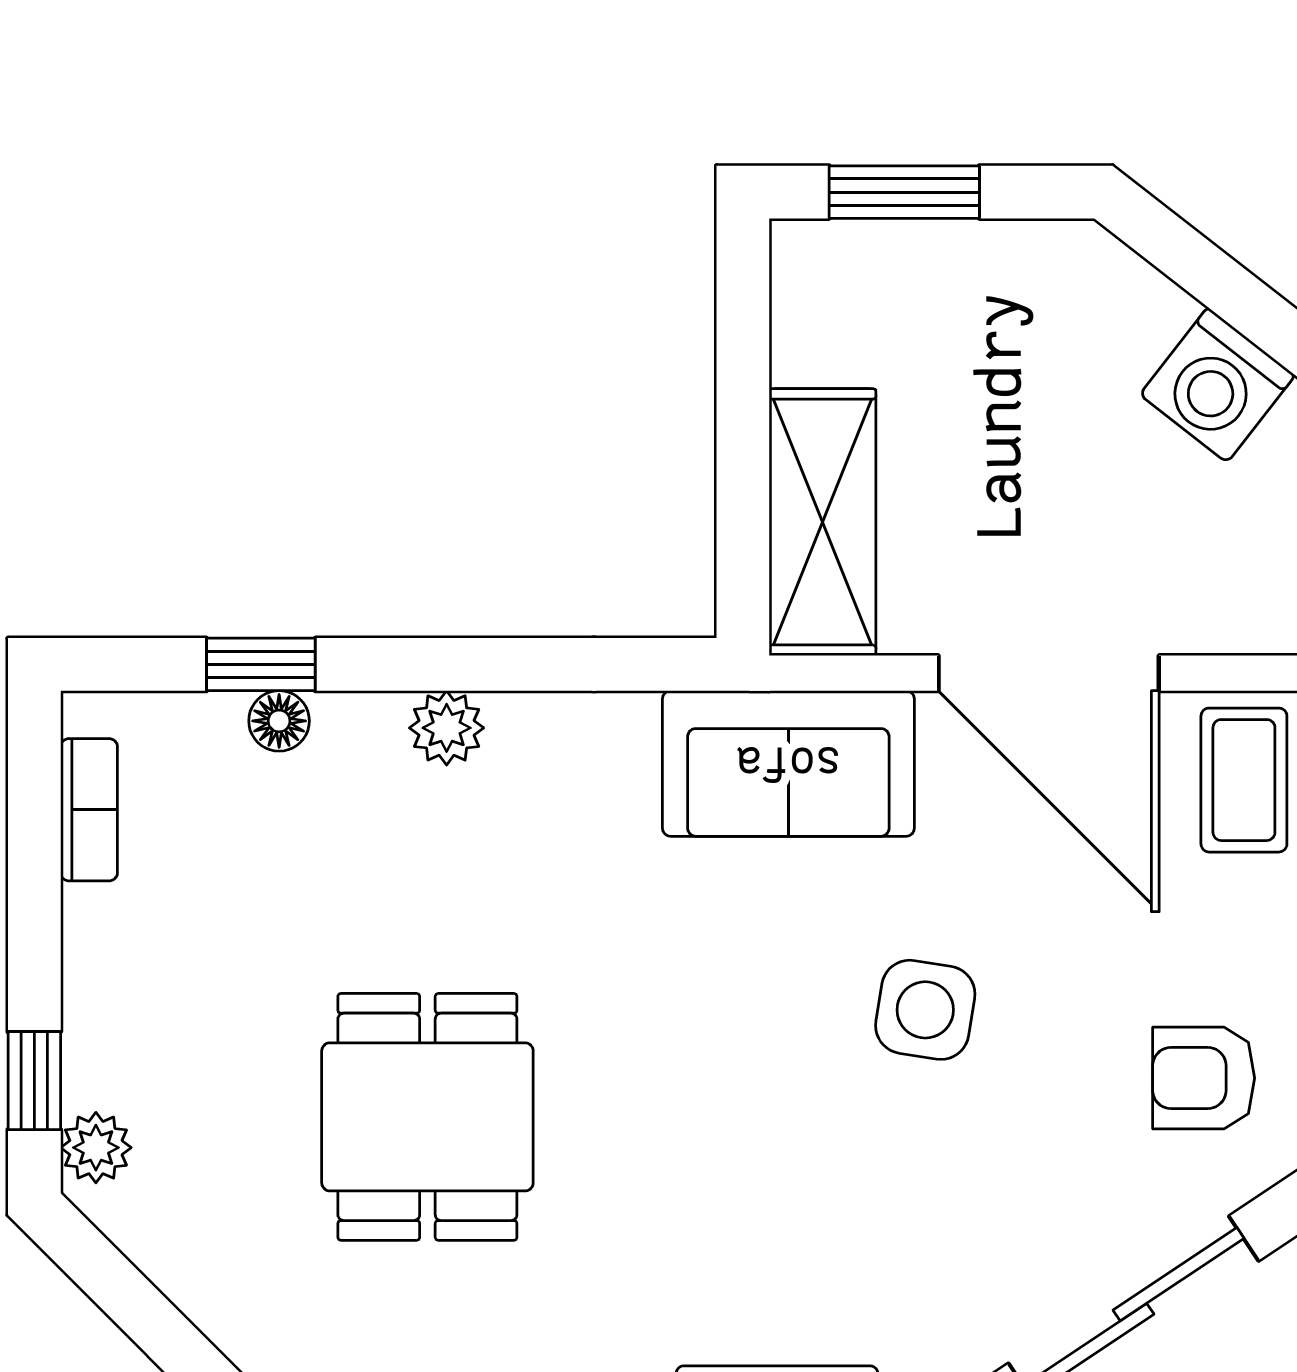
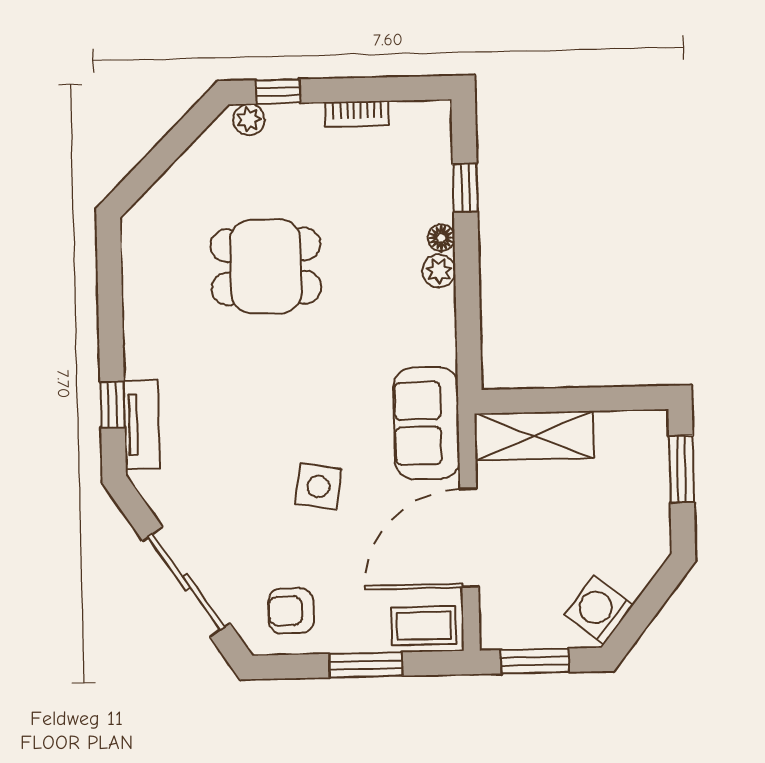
floor lamp: (279, 721) -> (441, 238), moved
bookcase: (89, 810) -> (357, 114), moved
armchair: (1204, 1078) -> (291, 611), turned -90

